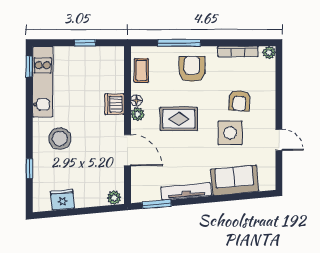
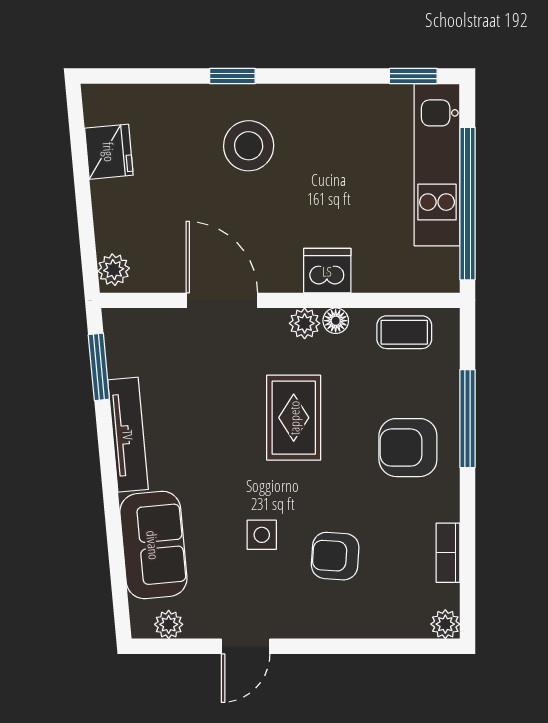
window: (85, 43) -> (467, 204), width x3.17
bookcase: (238, 51) -> (448, 553), width x0.64
armchair: (192, 69) -> (408, 448), turned 180
kitchen unit: (43, 82) -> (437, 165), moved, turned 90
side table: (230, 133) -> (262, 535), width x0.54, depth x0.54
door: (127, 150) -> (222, 300), swing flipped
window: (29, 169) -> (232, 76), moved
plant: (269, 174) -> (169, 624), added

